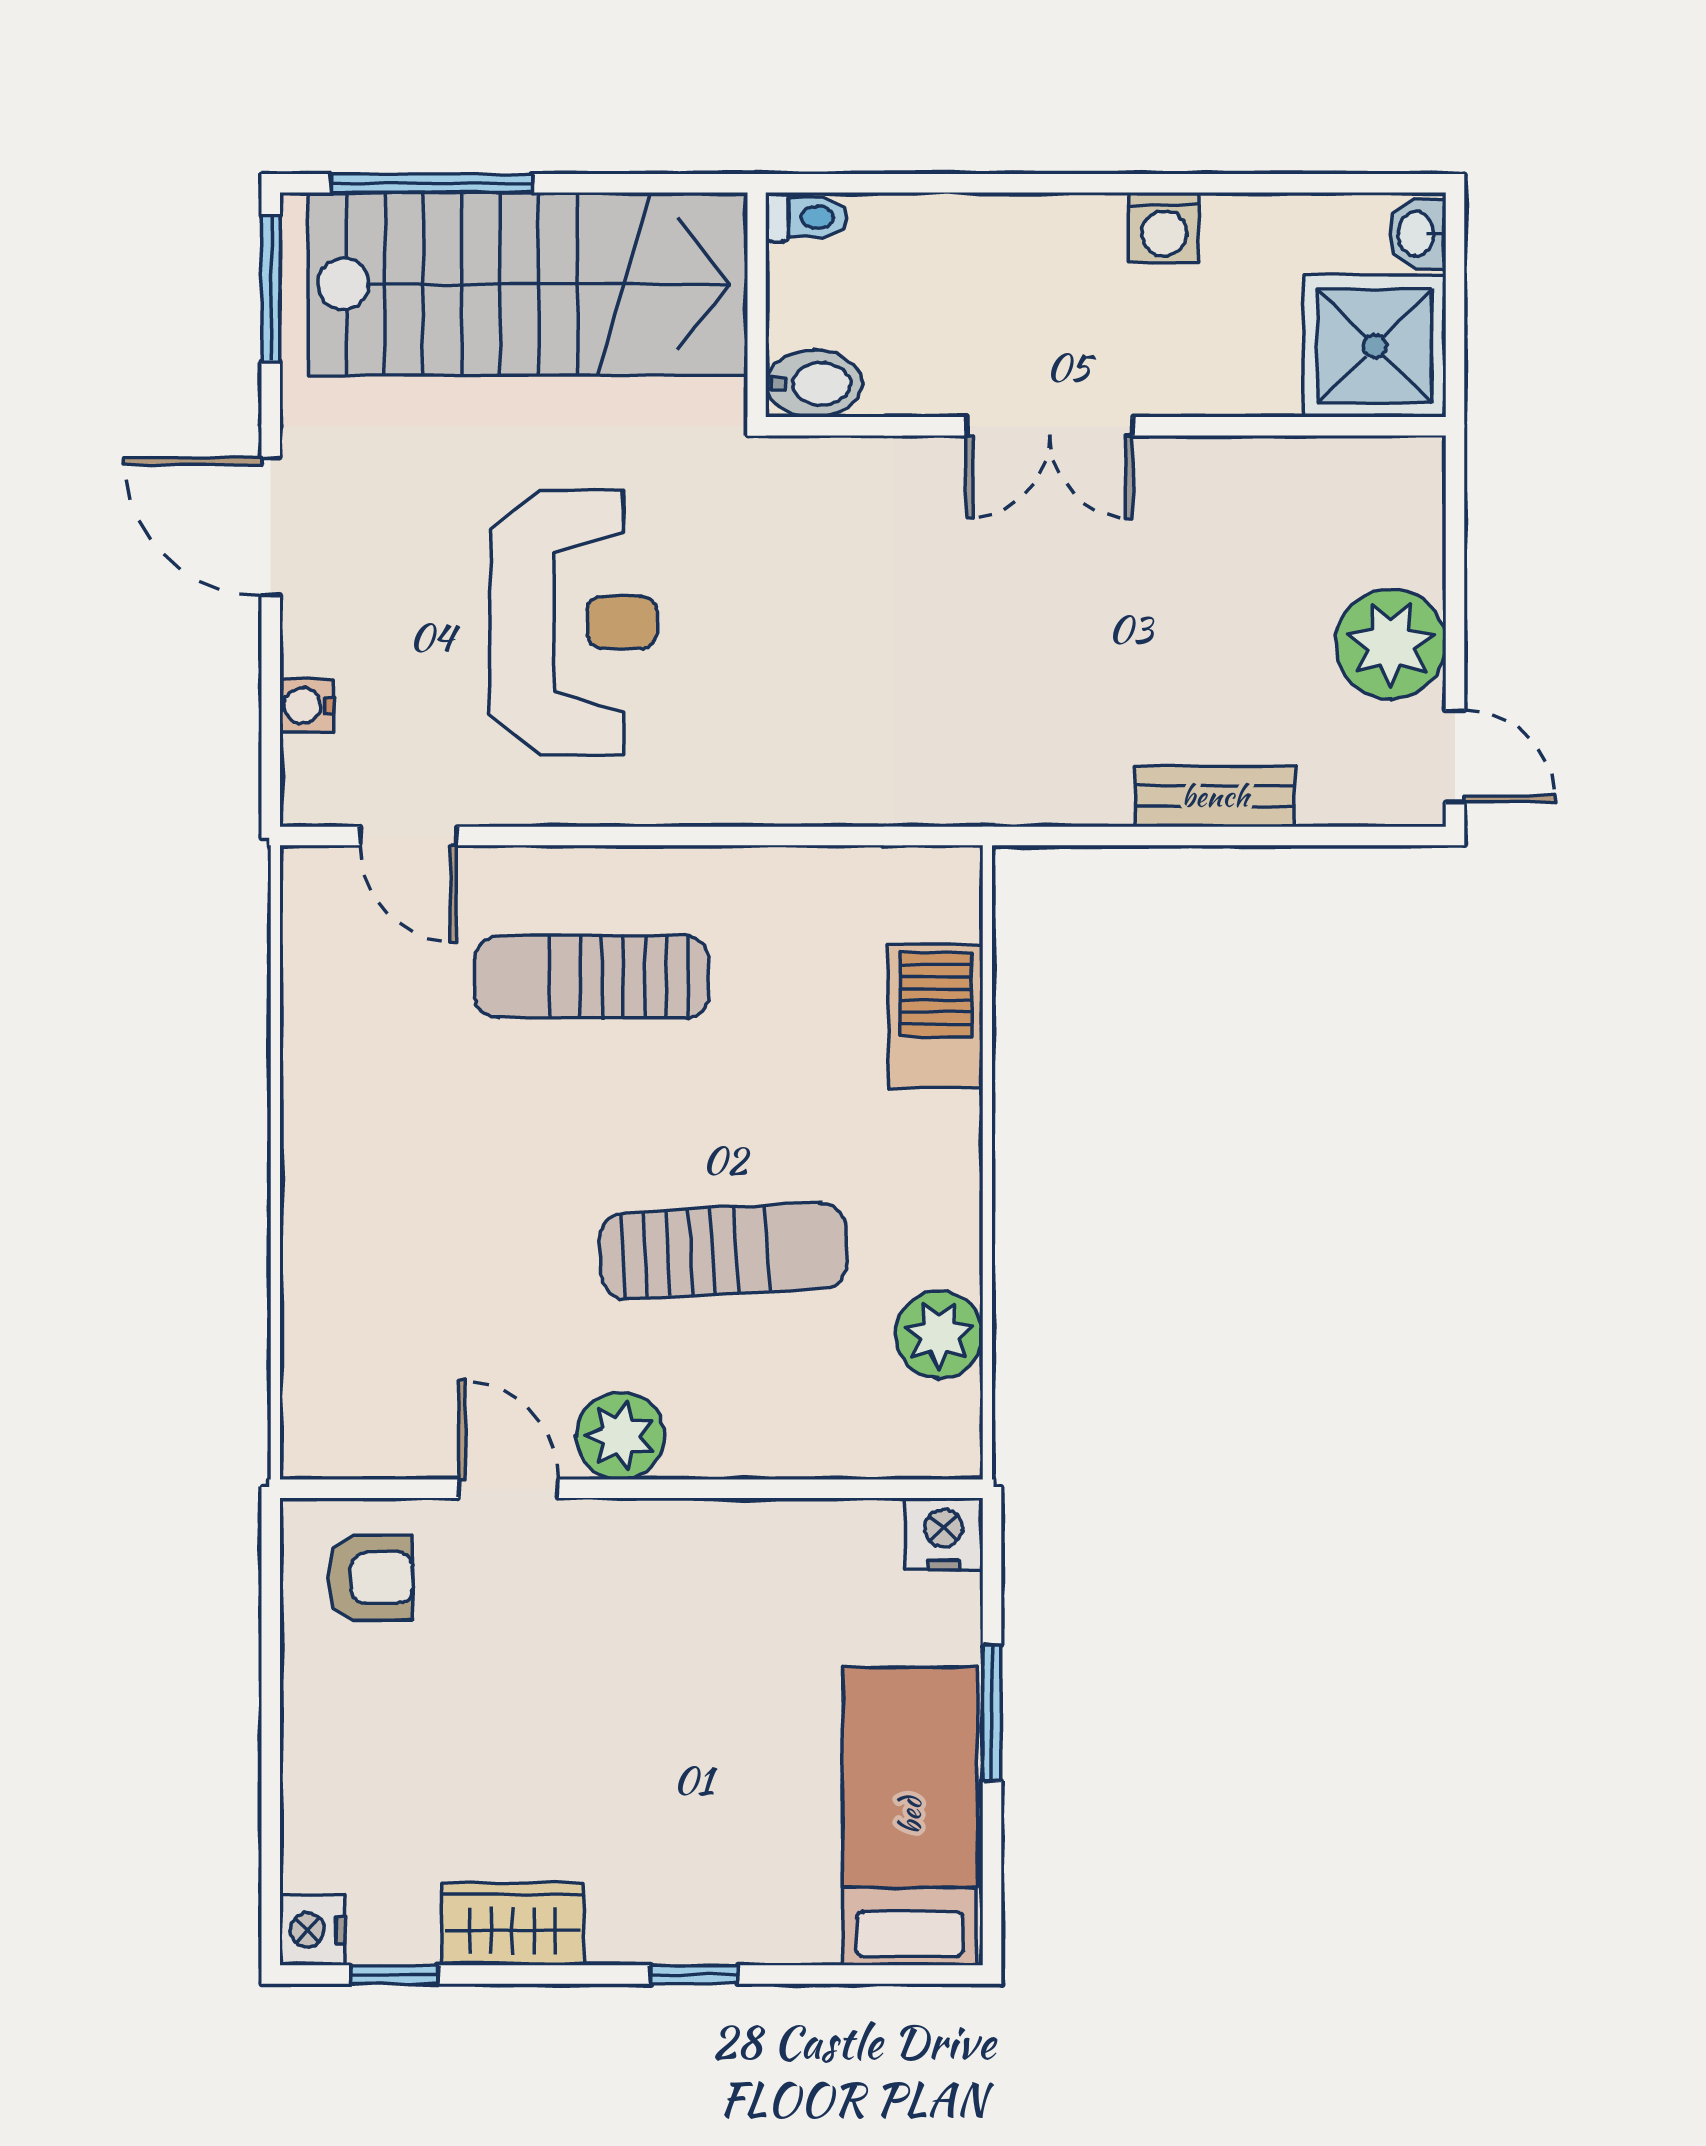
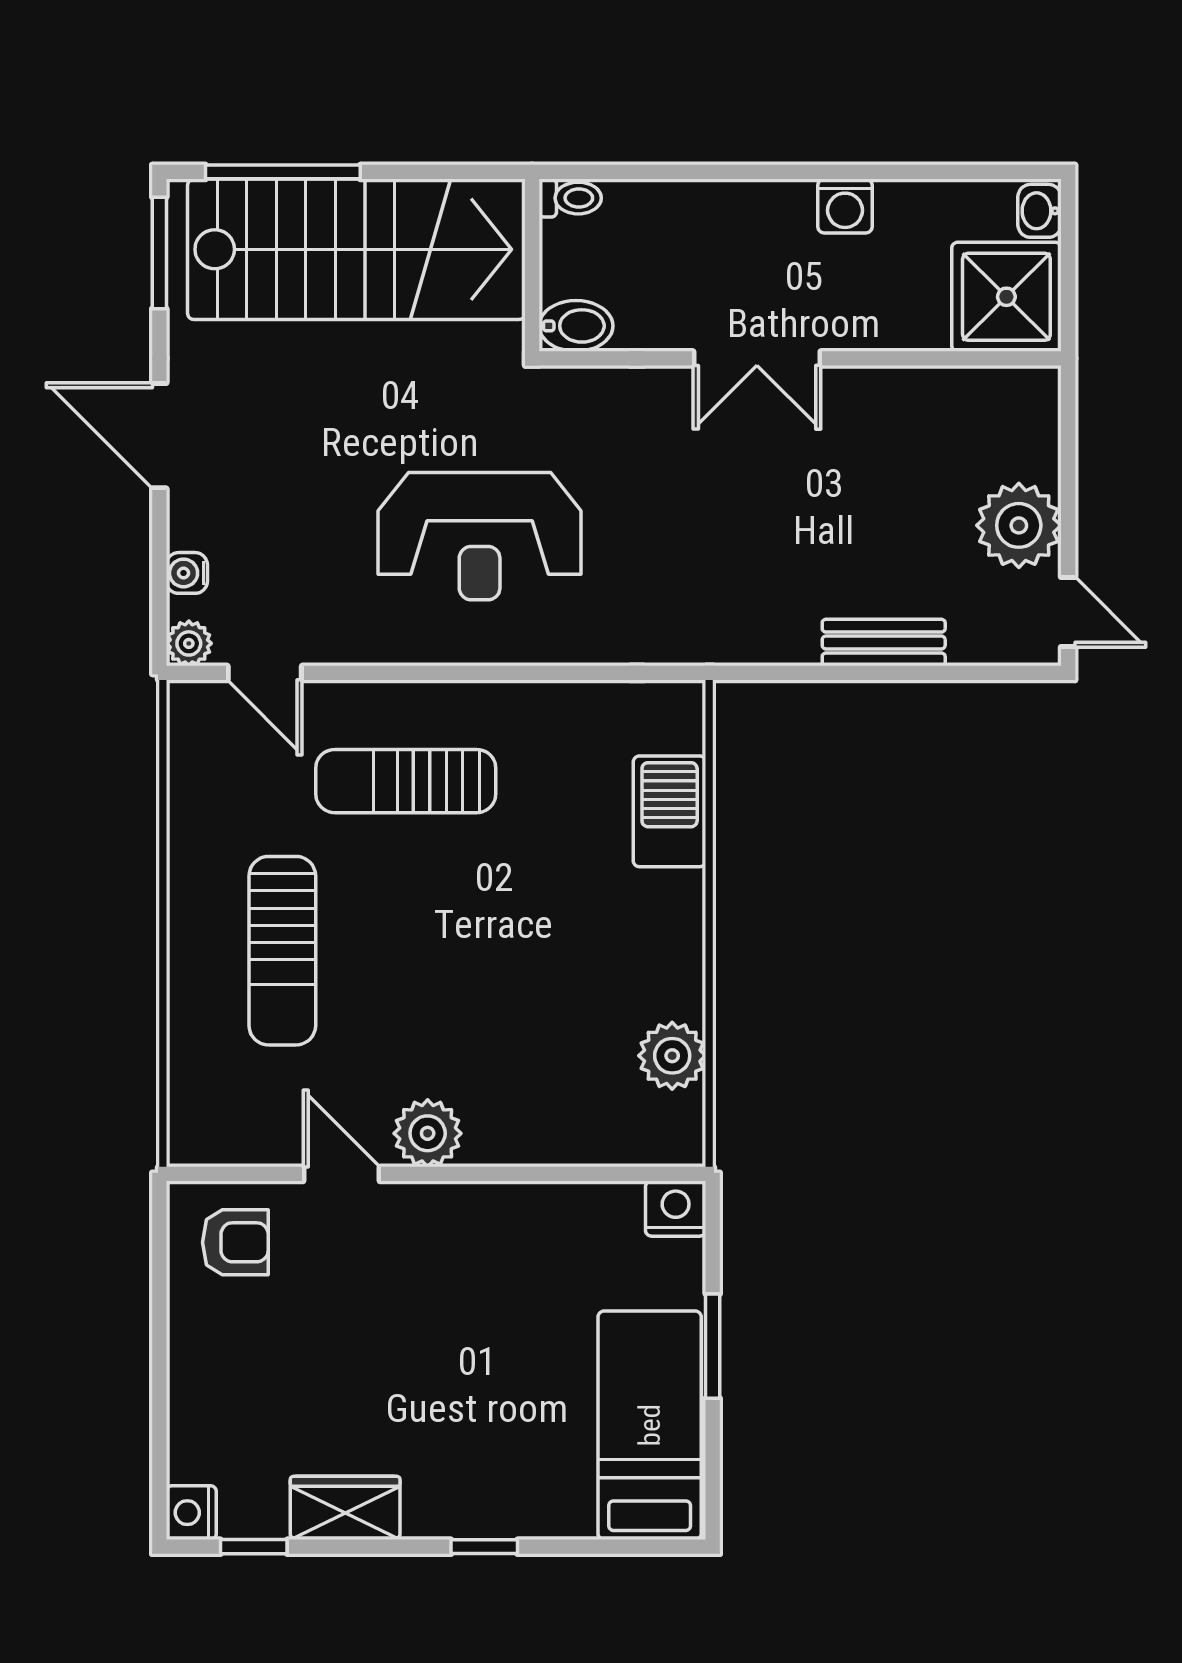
reception desk: (573, 622) -> (480, 536), moved, turned 90
plant: (309, 798) -> (189, 643), added
sun lounger: (723, 1251) -> (282, 951), moved, turned 93

